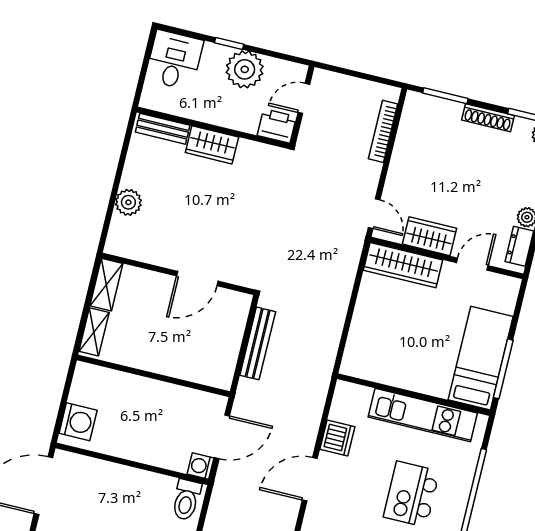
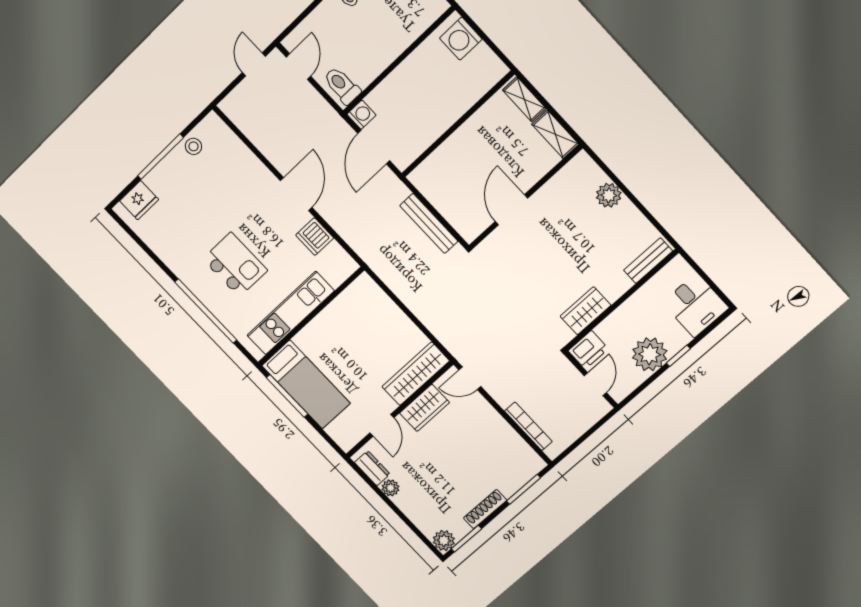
wardrobe: (212, 145) -> (586, 311), moved

